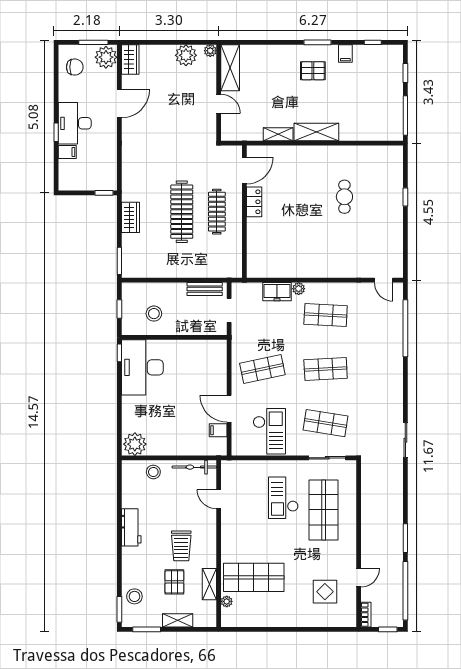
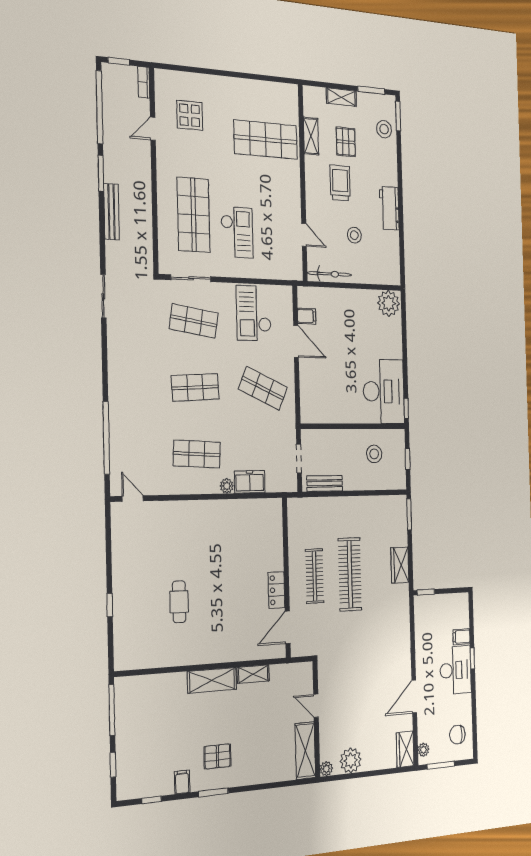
plant: (106, 57) -> (423, 750), width x0.53, depth x0.53
shop shelf: (262, 369) -> (263, 388), turned 36
stool: (153, 472) -> (354, 235), moved
bench: (397, 508) -> (111, 212), added
plant: (227, 601) -> (293, 114), removed

